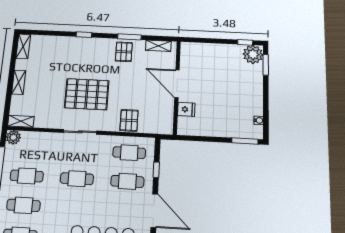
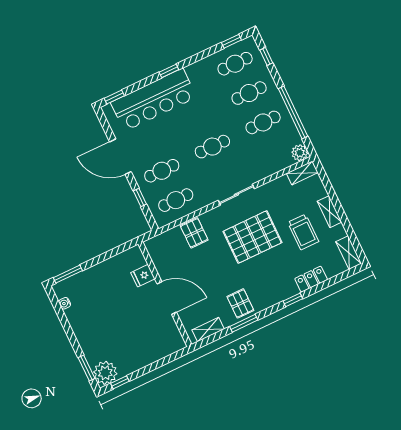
locker: (62, 42) -> (311, 279), added
trolley: (47, 78) -> (303, 232), added

